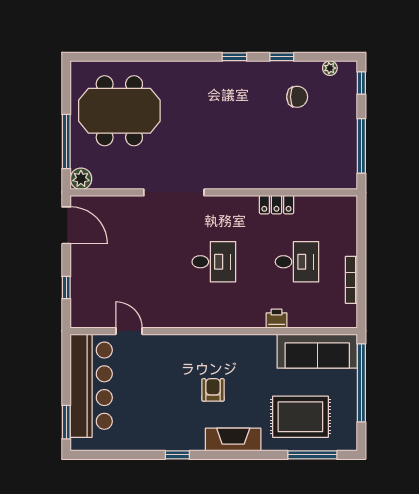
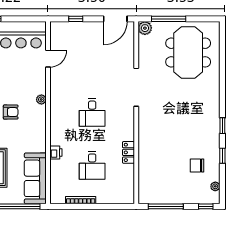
chair: (297, 97) -> (197, 166), turned 90
plant: (193, 342) -> (41, 99), added

